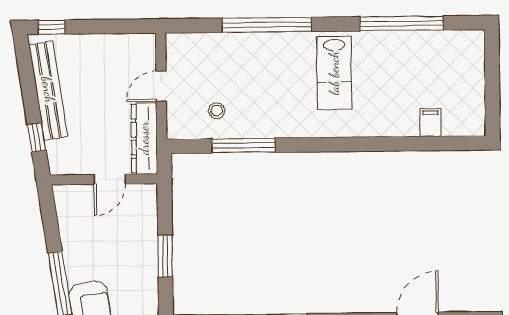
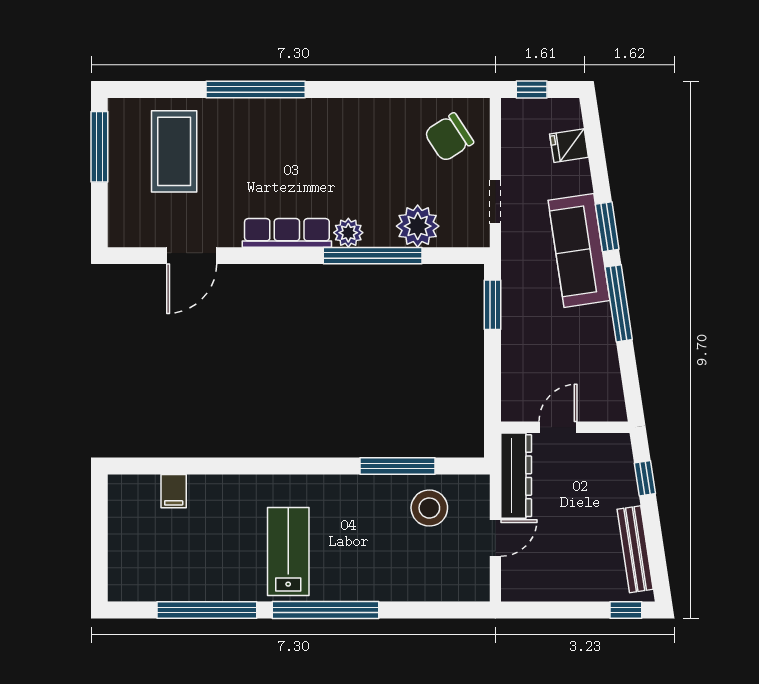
window: (267, 25) -> (325, 610), moved
bench: (48, 90) -> (635, 549), width x0.73, depth x0.82
stool: (217, 111) -> (429, 508), width x1.89, depth x1.89
window: (165, 256) -> (493, 305), moved

